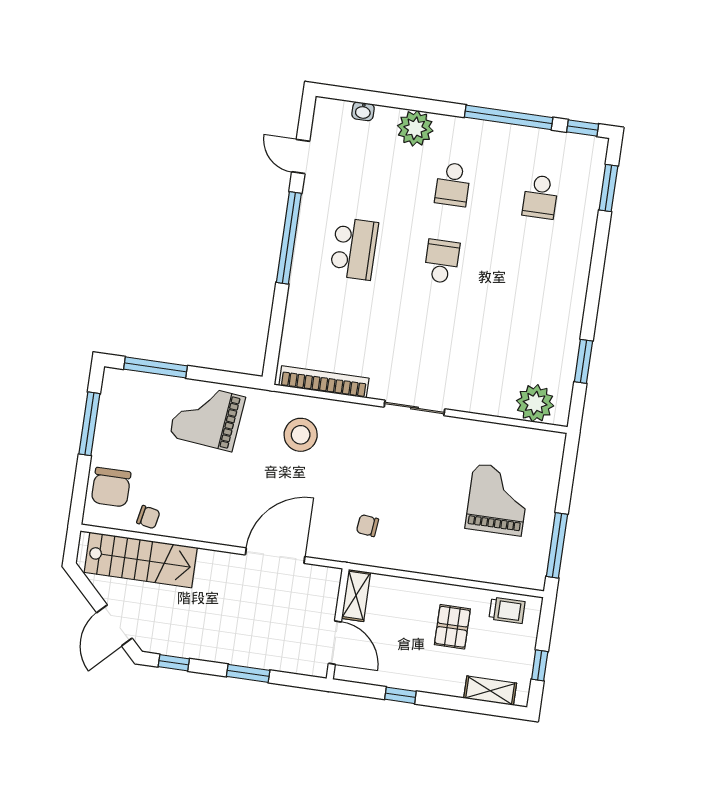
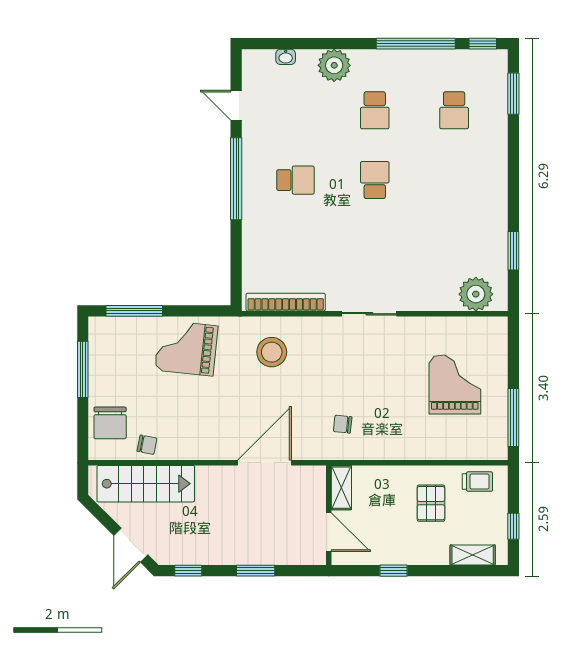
school desk: (354, 249) -> (295, 180), width x0.54

